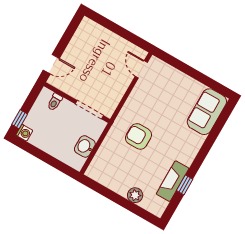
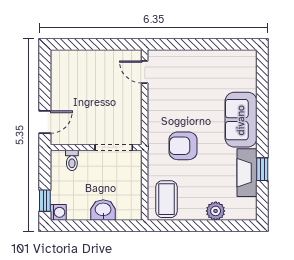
sofa: (207, 112) -> (241, 120), moved
washbasin: (85, 146) -> (103, 210), moved, turned 90
coffee table: (105, 167) -> (166, 199), added

